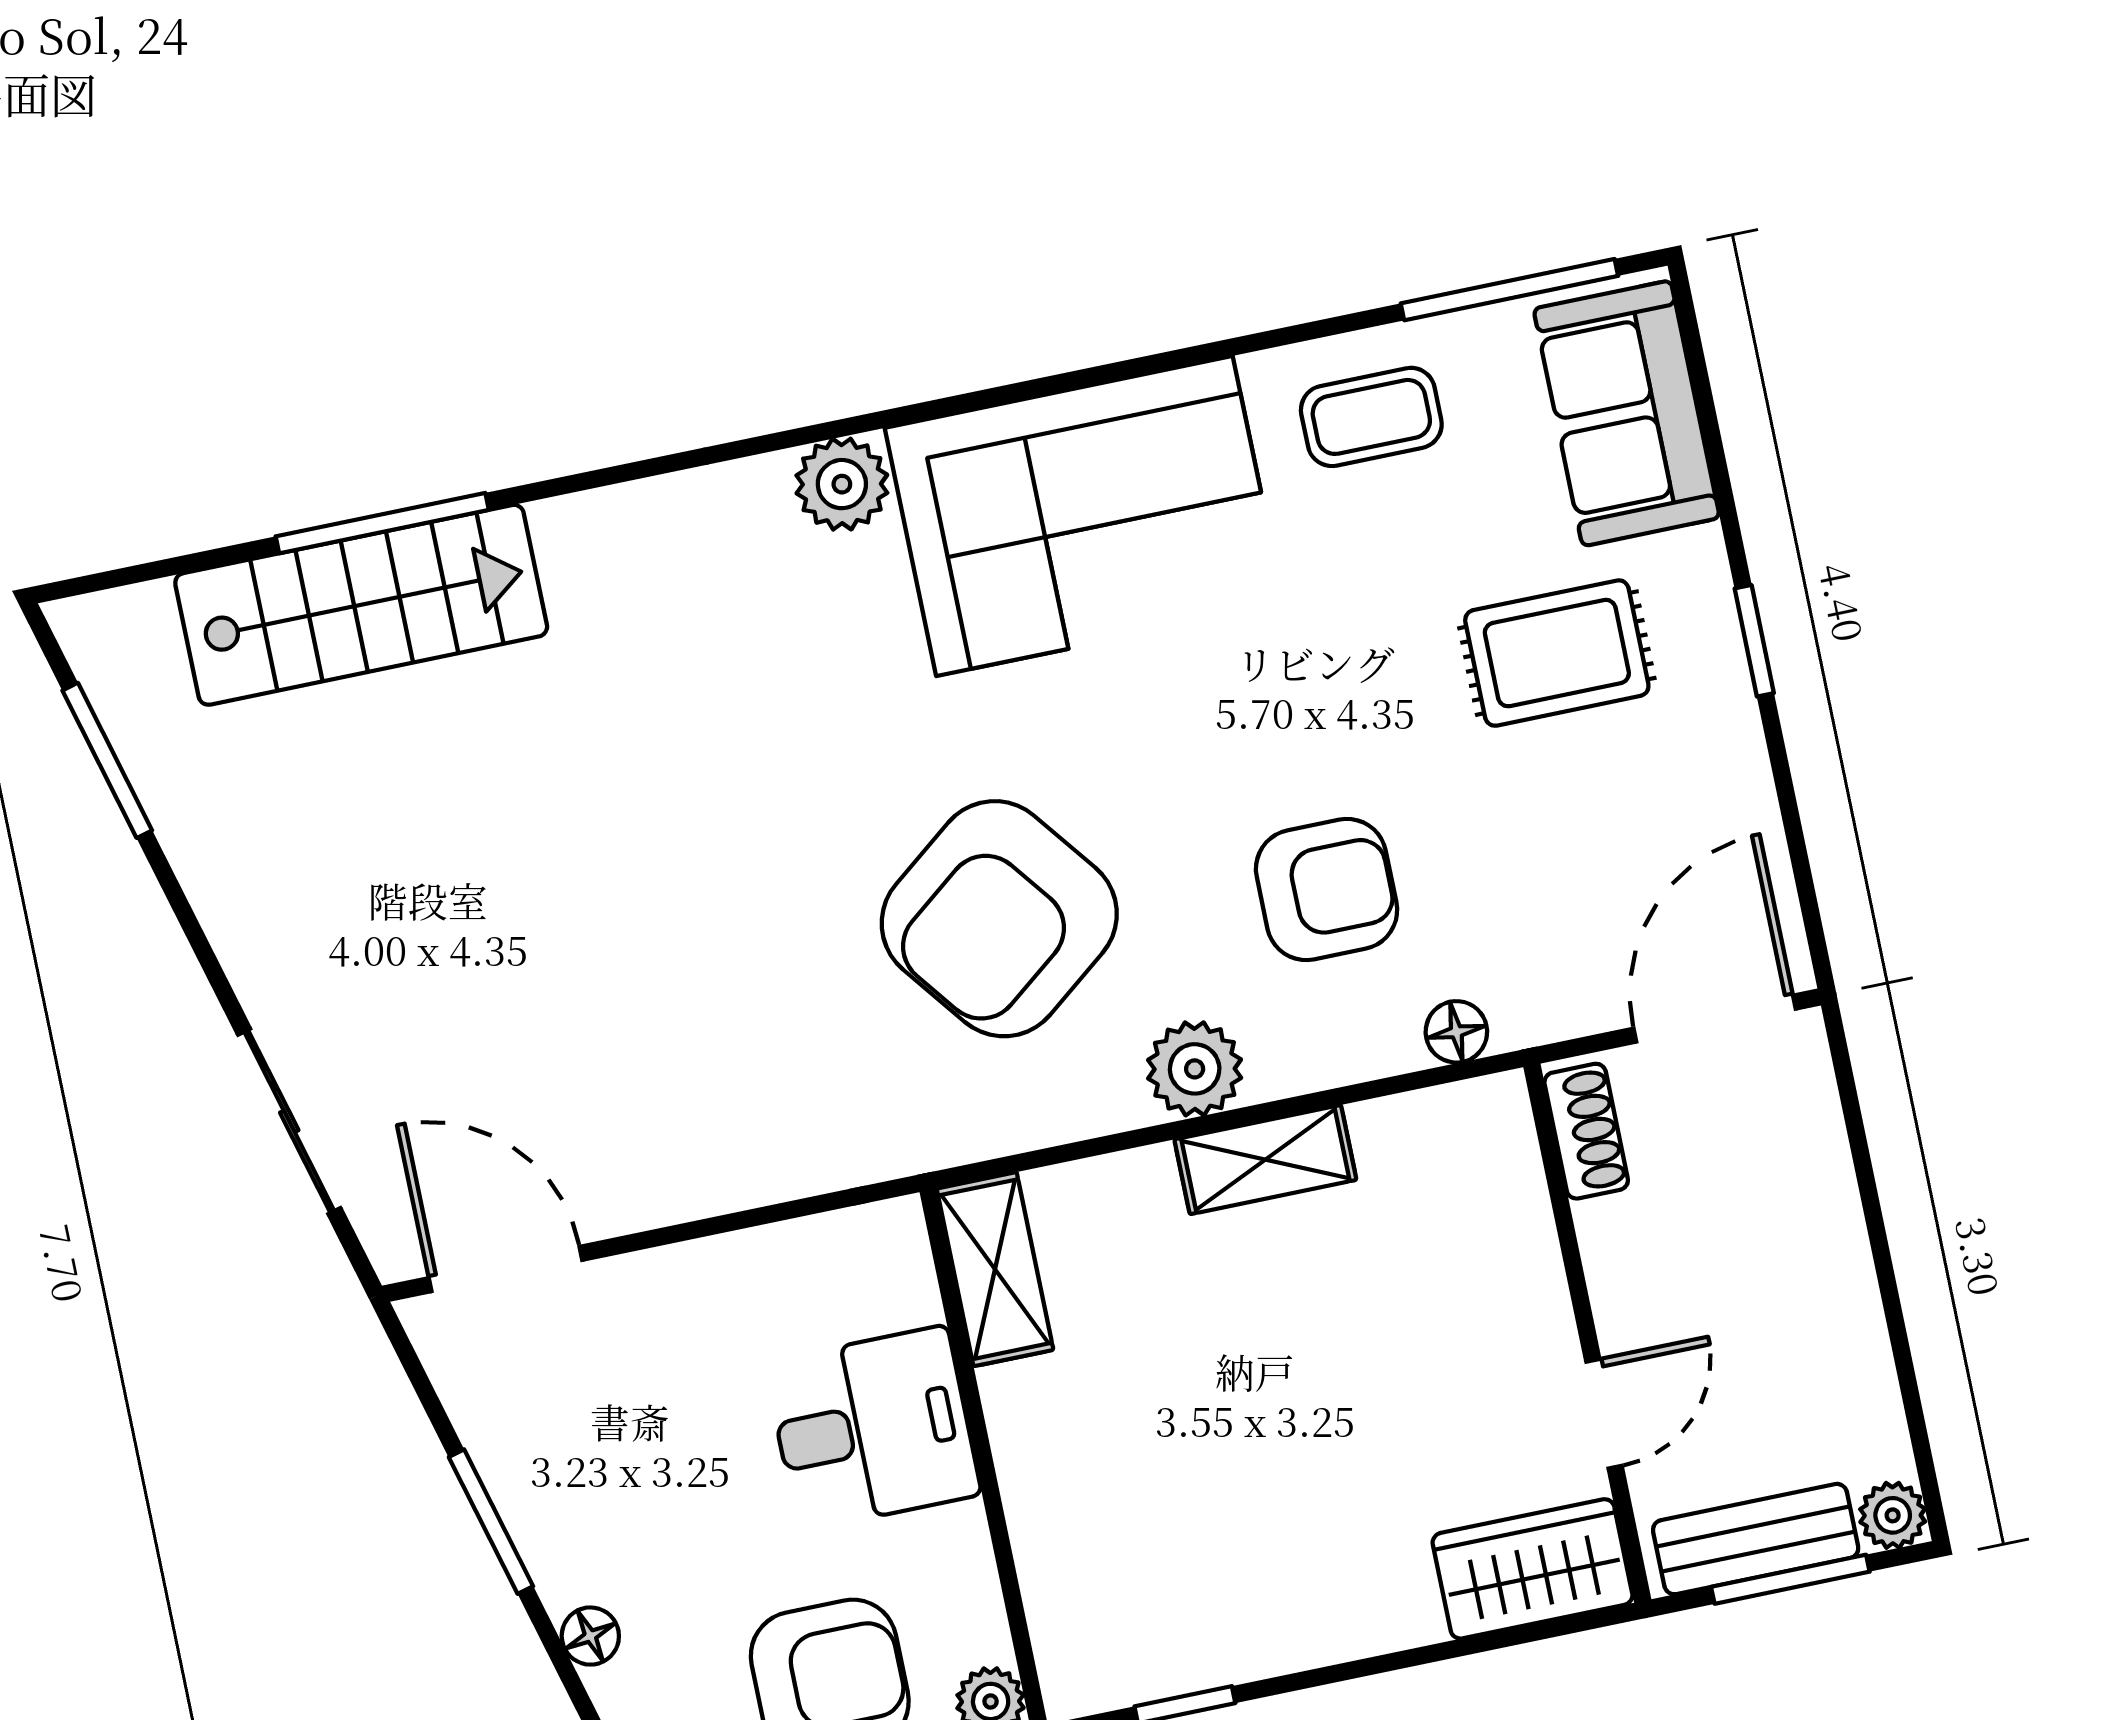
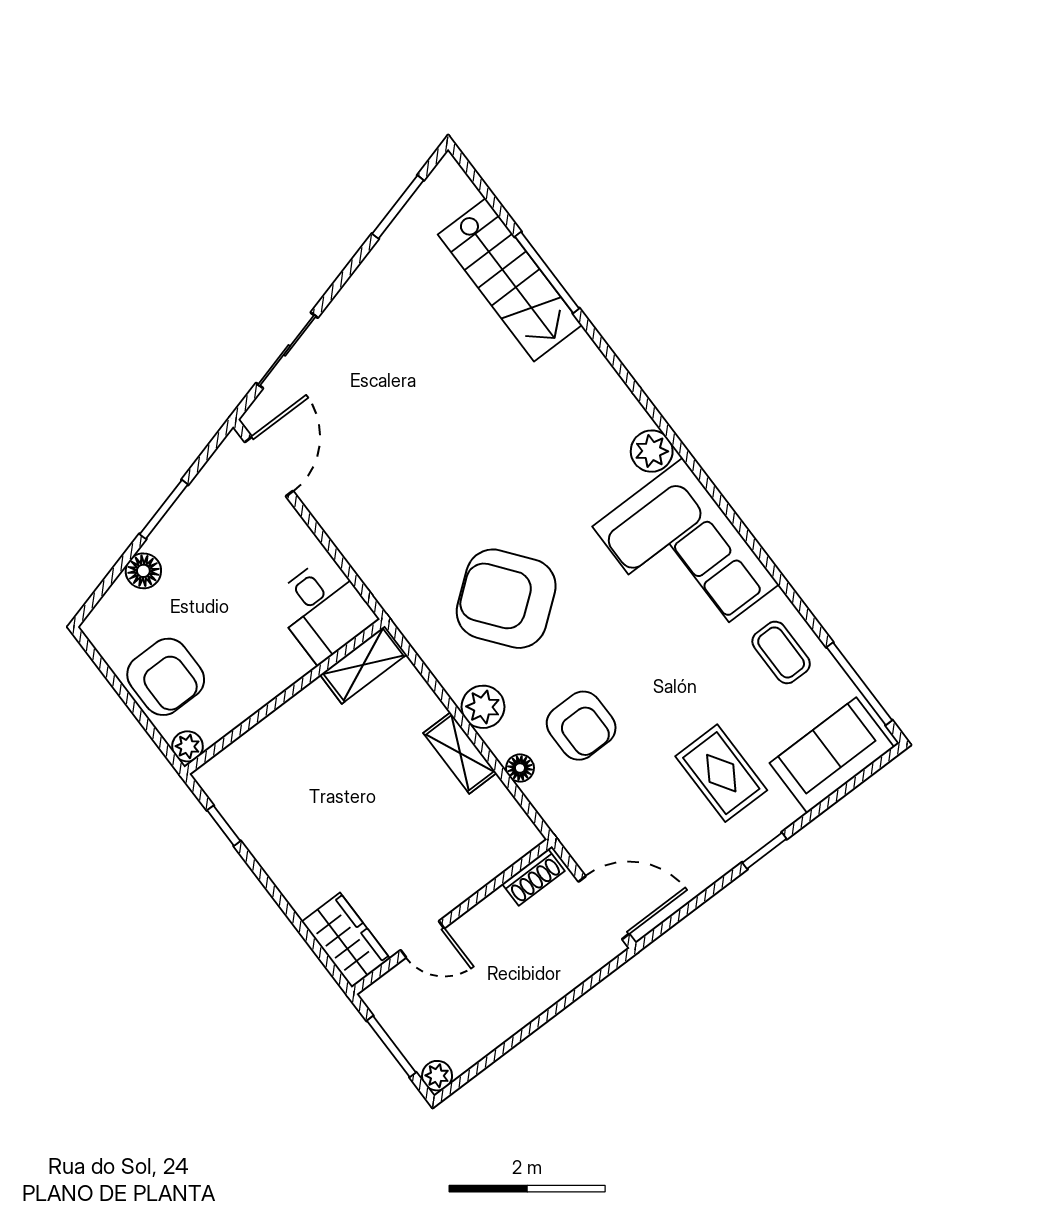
floor lamp: (1456, 1032) -> (520, 768), moved
desk: (873, 1428) -> (323, 609), moved
bench: (1756, 1539) -> (401, 1025), removed
floor lamp: (590, 1636) -> (143, 571), width x1.37, depth x1.37

